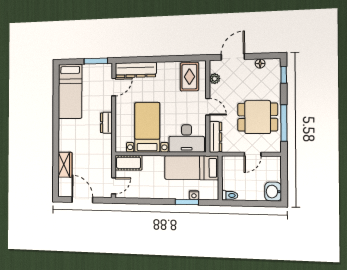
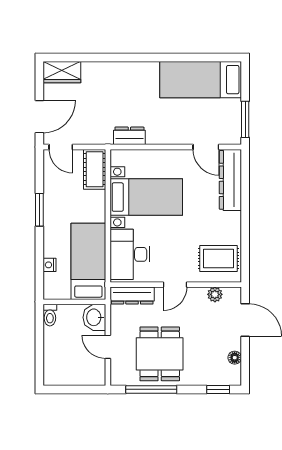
dresser: (106, 123) -> (129, 136), moved
wardrobe: (65, 165) -> (62, 72), moved
washbasin: (273, 192) -> (94, 317), moved, turned -90
door: (82, 200) -> (39, 117), moved
window: (187, 202) -> (39, 210), moved

